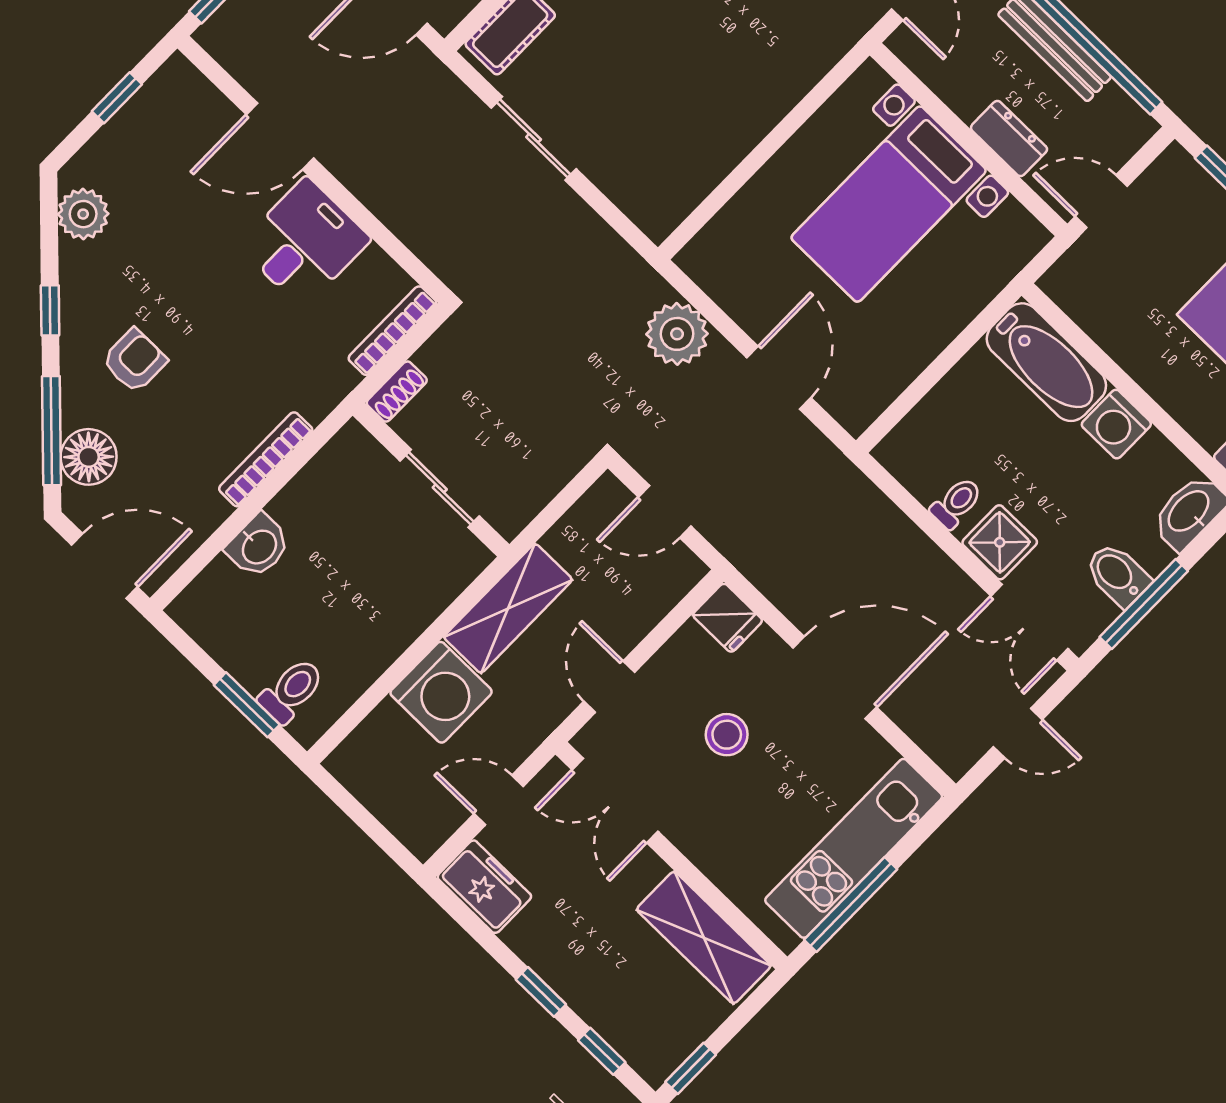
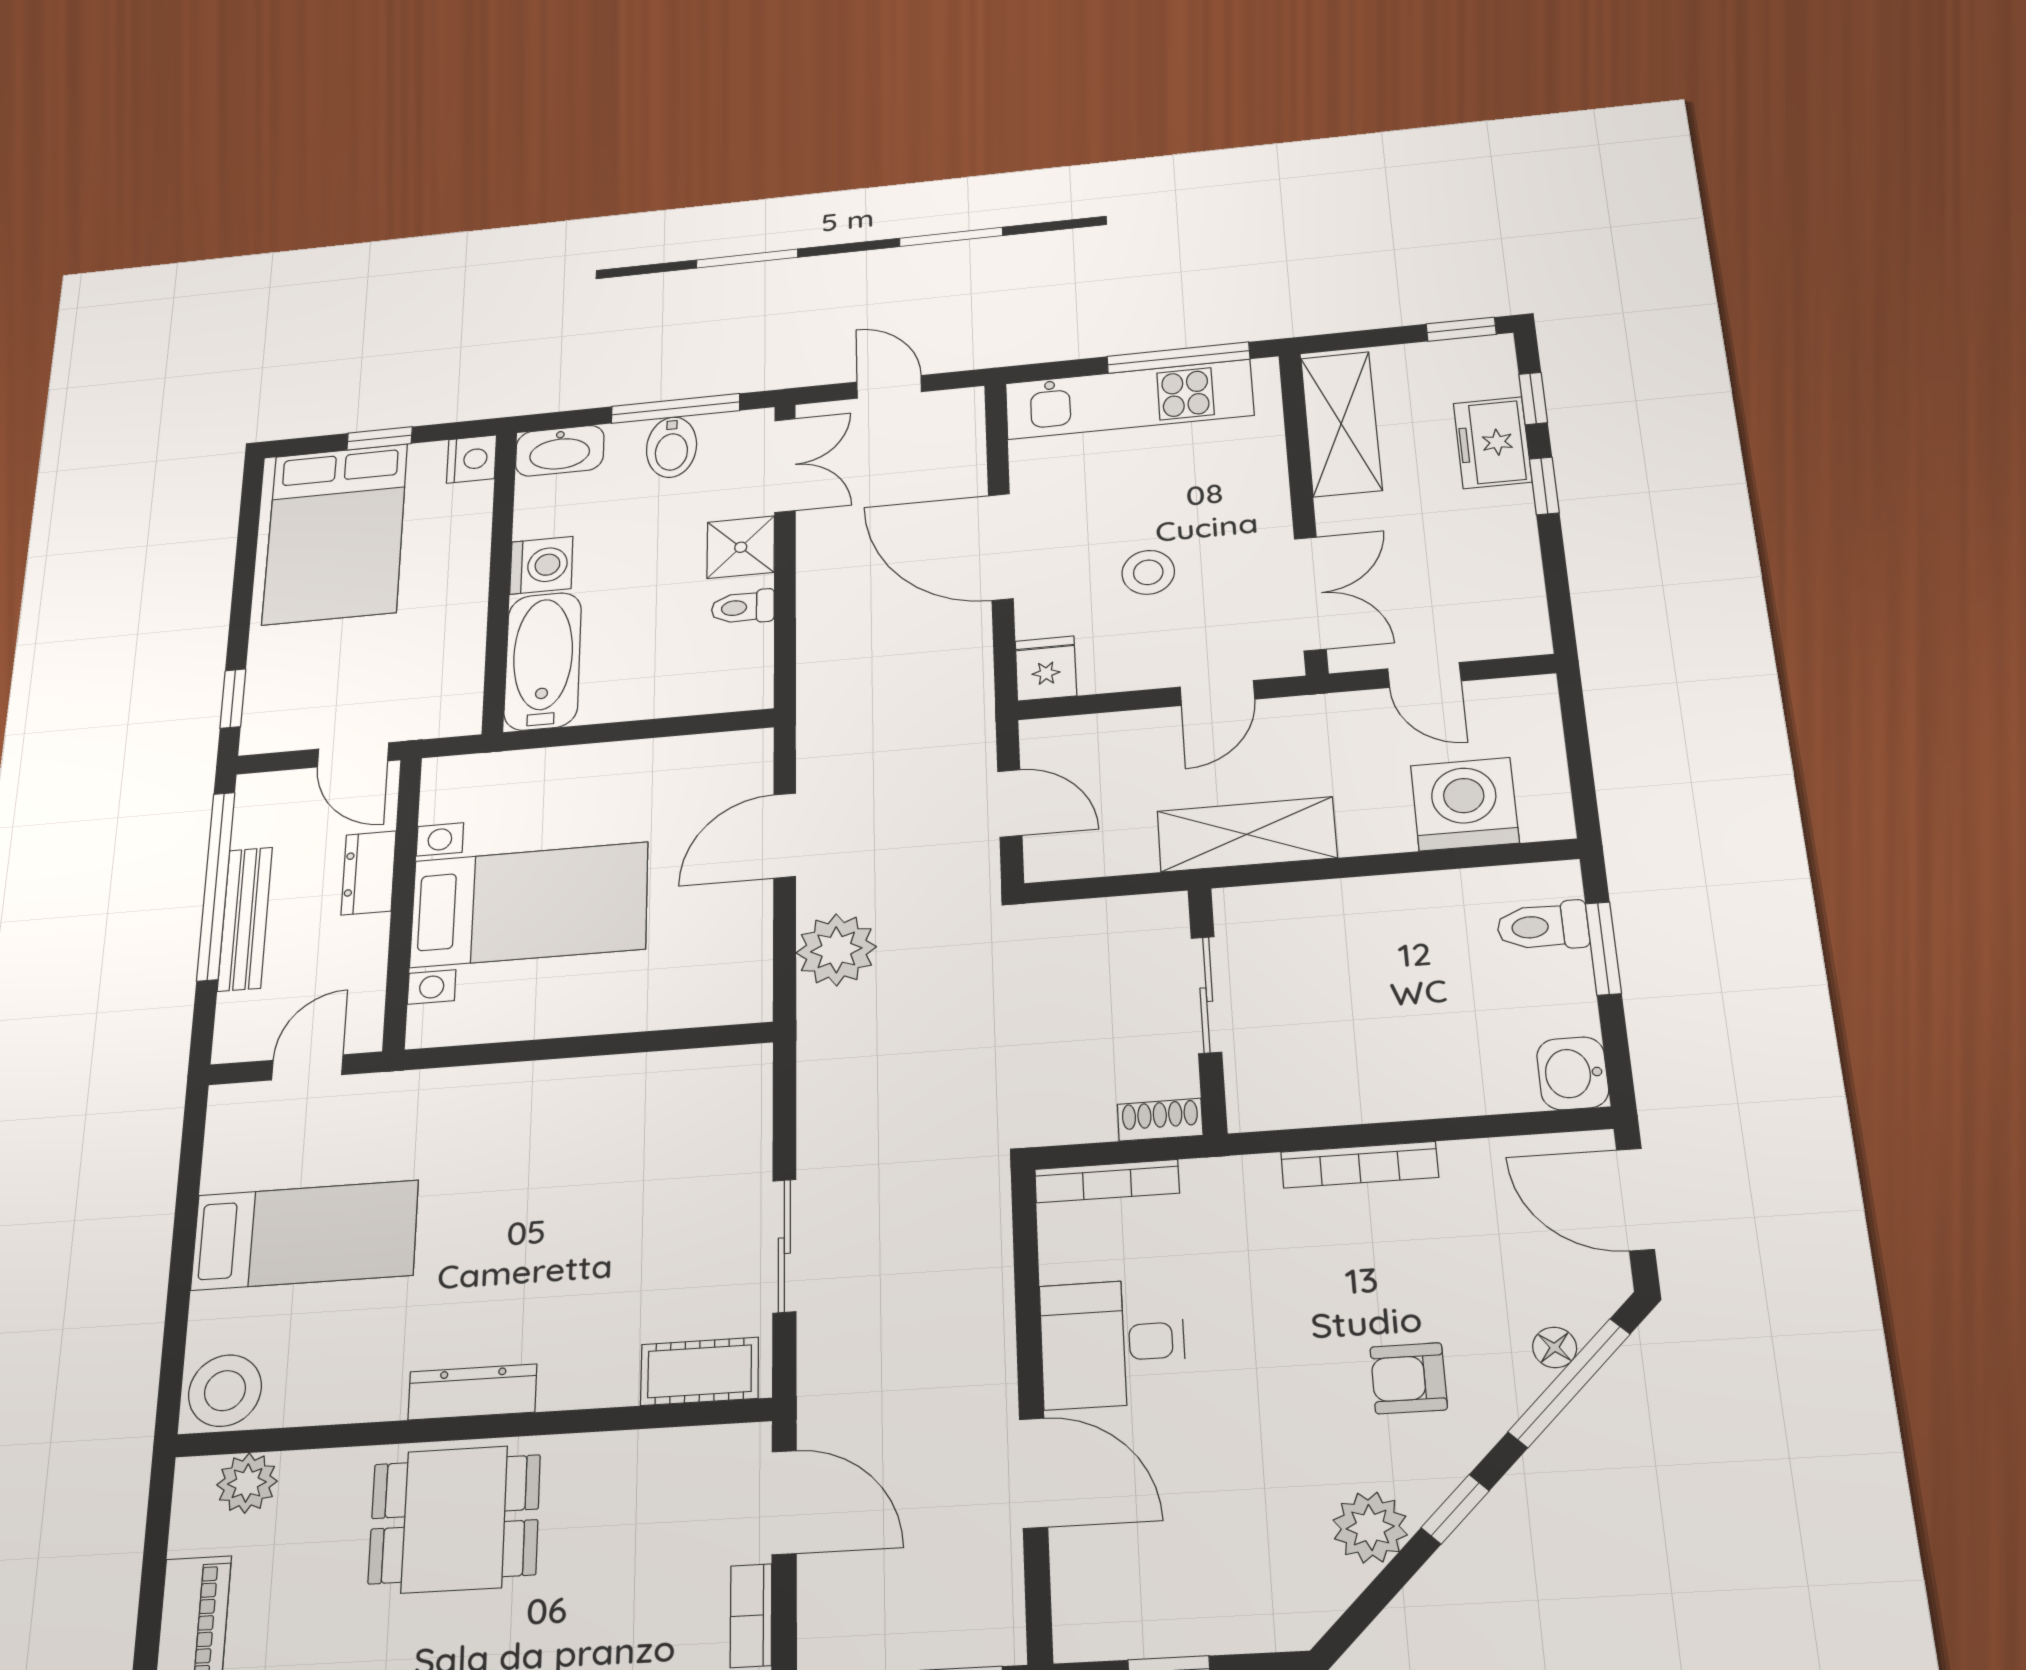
plant: (83, 214) -> (1370, 1527), moved
floor lamp: (89, 457) -> (1555, 1347), width x0.53, depth x0.53
washbasin: (258, 546) -> (1573, 1073), moved, turned -90
washing machine: (441, 692) -> (1465, 804), moved
freezer: (484, 887) -> (1493, 443), moved

